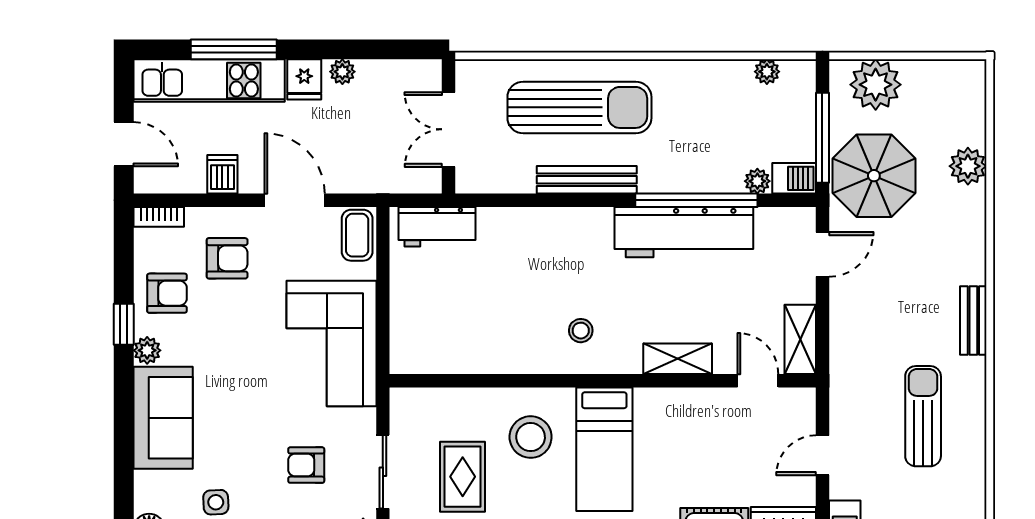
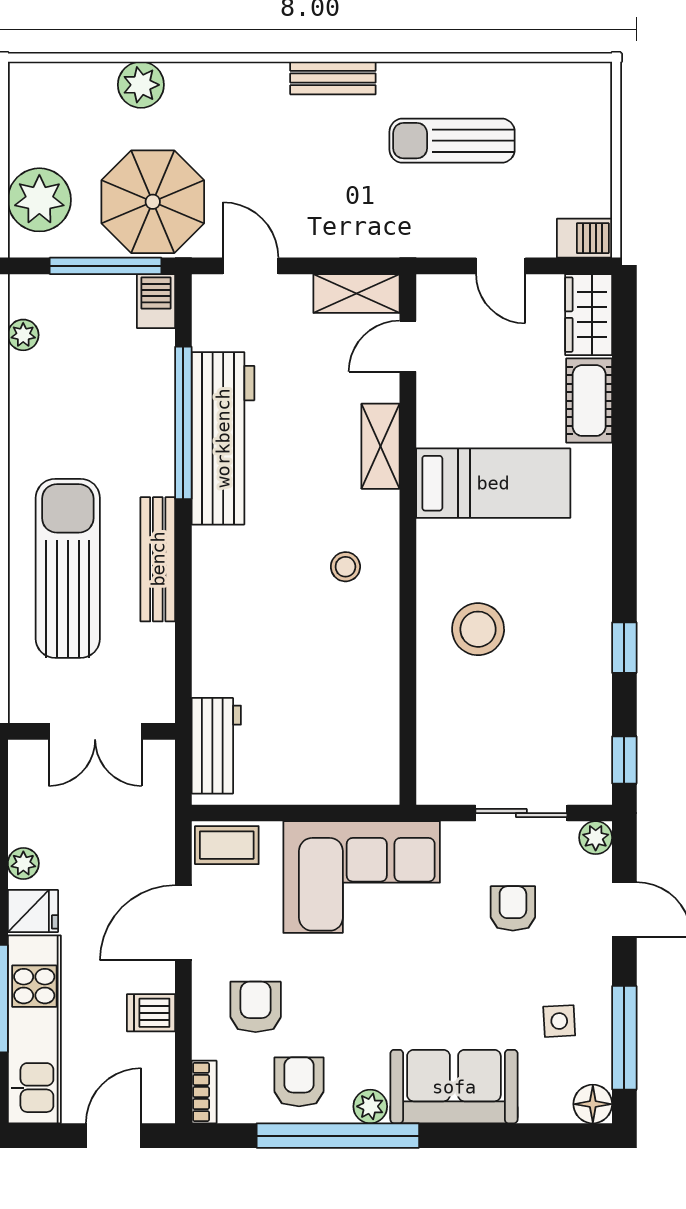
plant: (757, 181) -> (160, 347), removed
window: (124, 324) -> (338, 1136), width x3.17
bed: (604, 449) -> (493, 483), moved
armchair: (306, 465) -> (513, 908), turned 180
rug: (463, 477) -> (527, 714), removed

